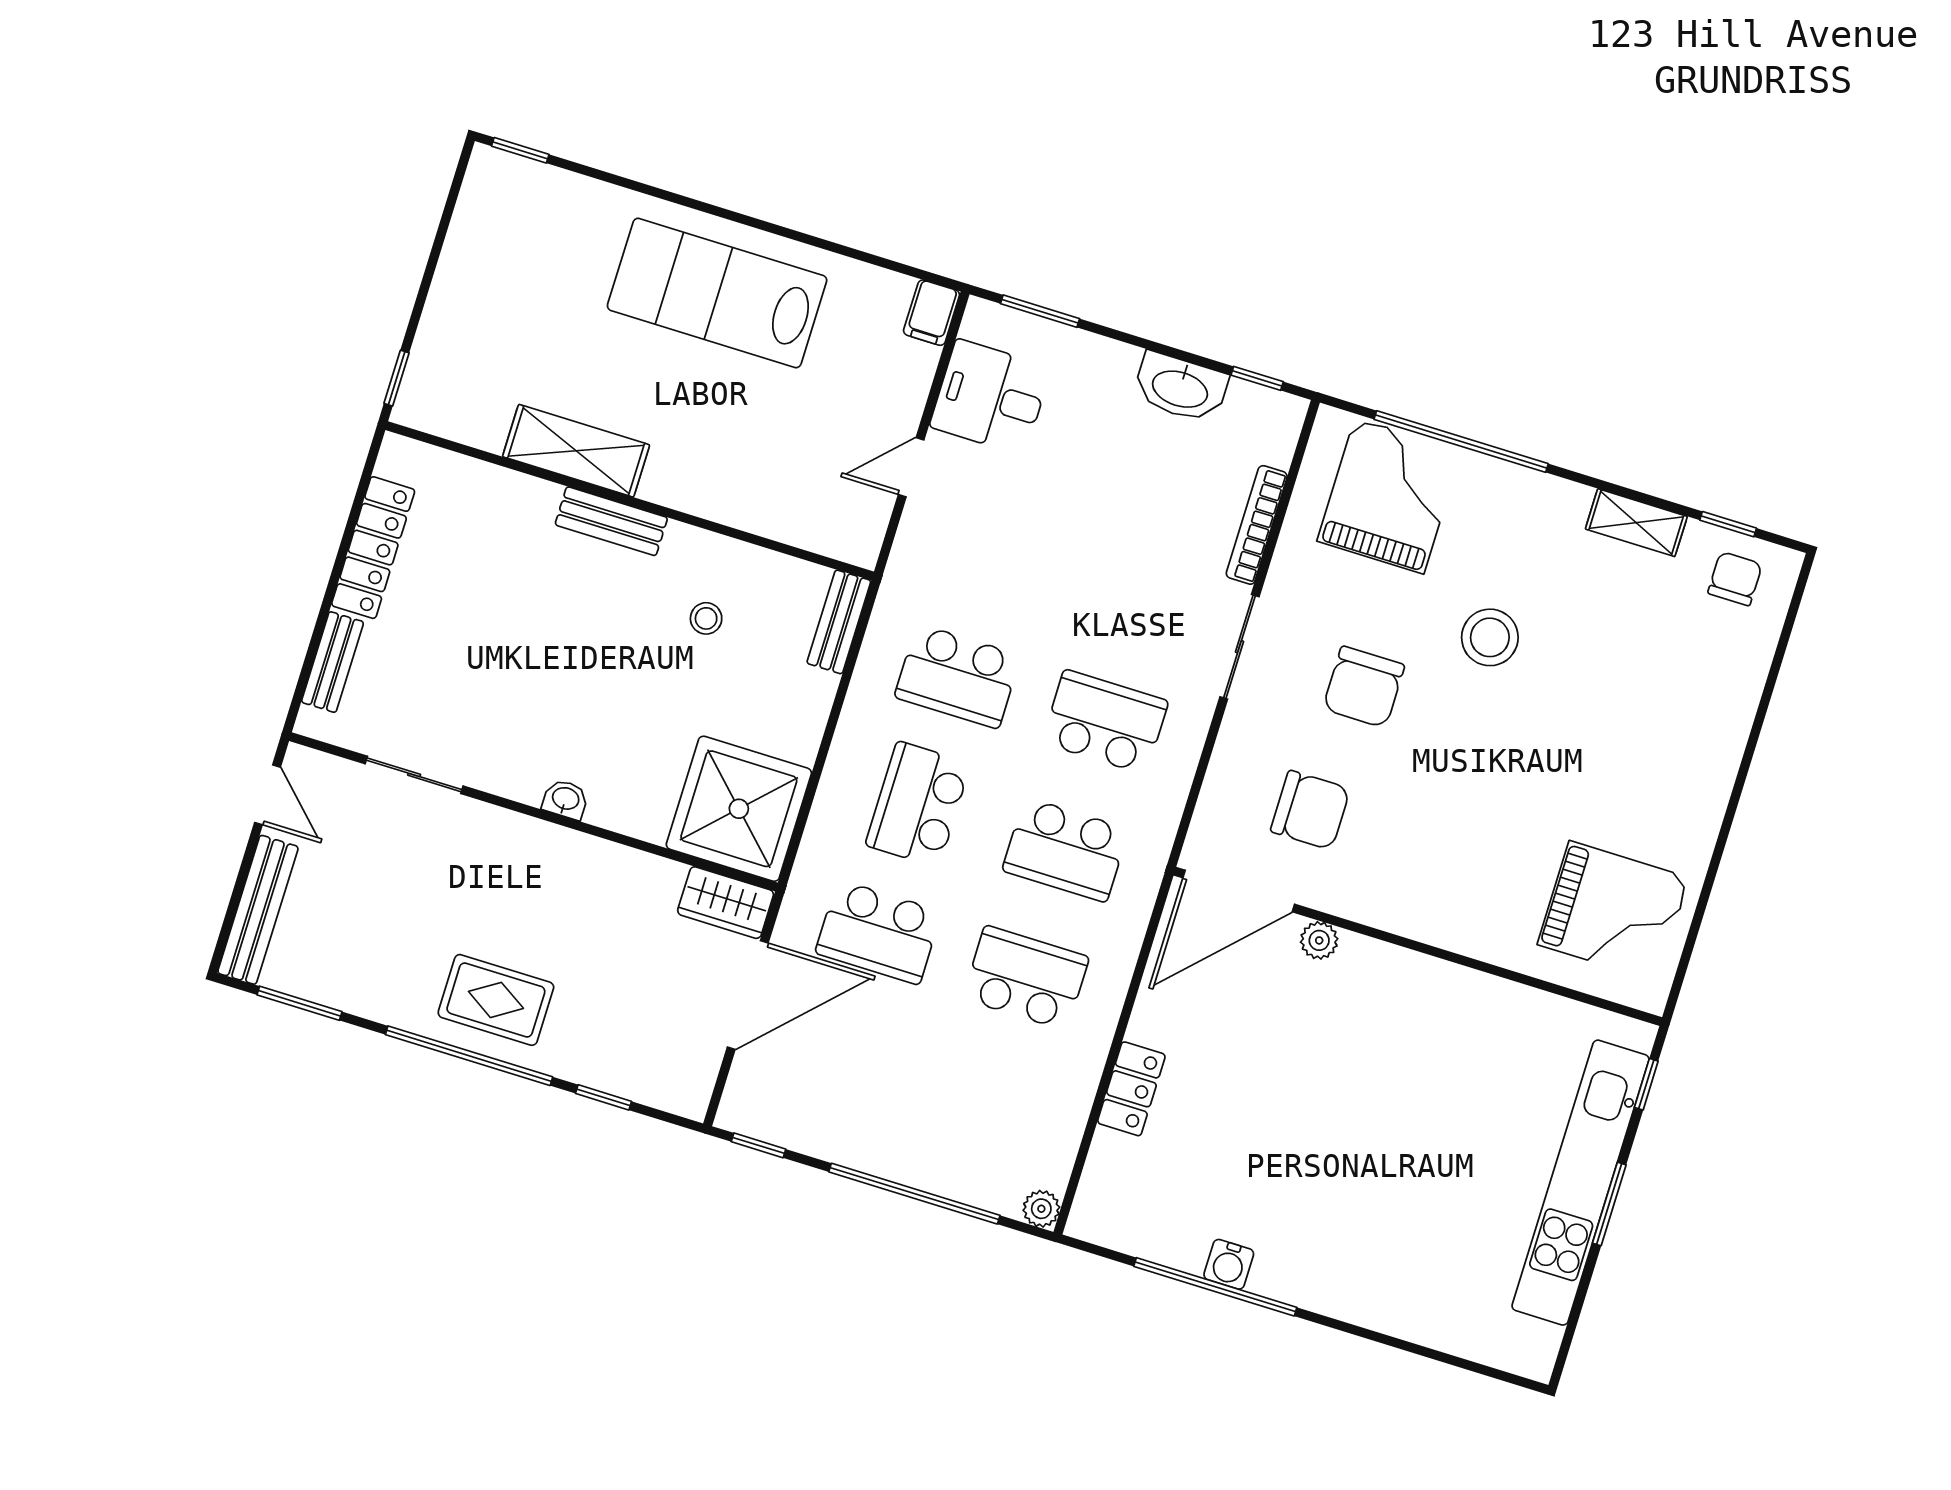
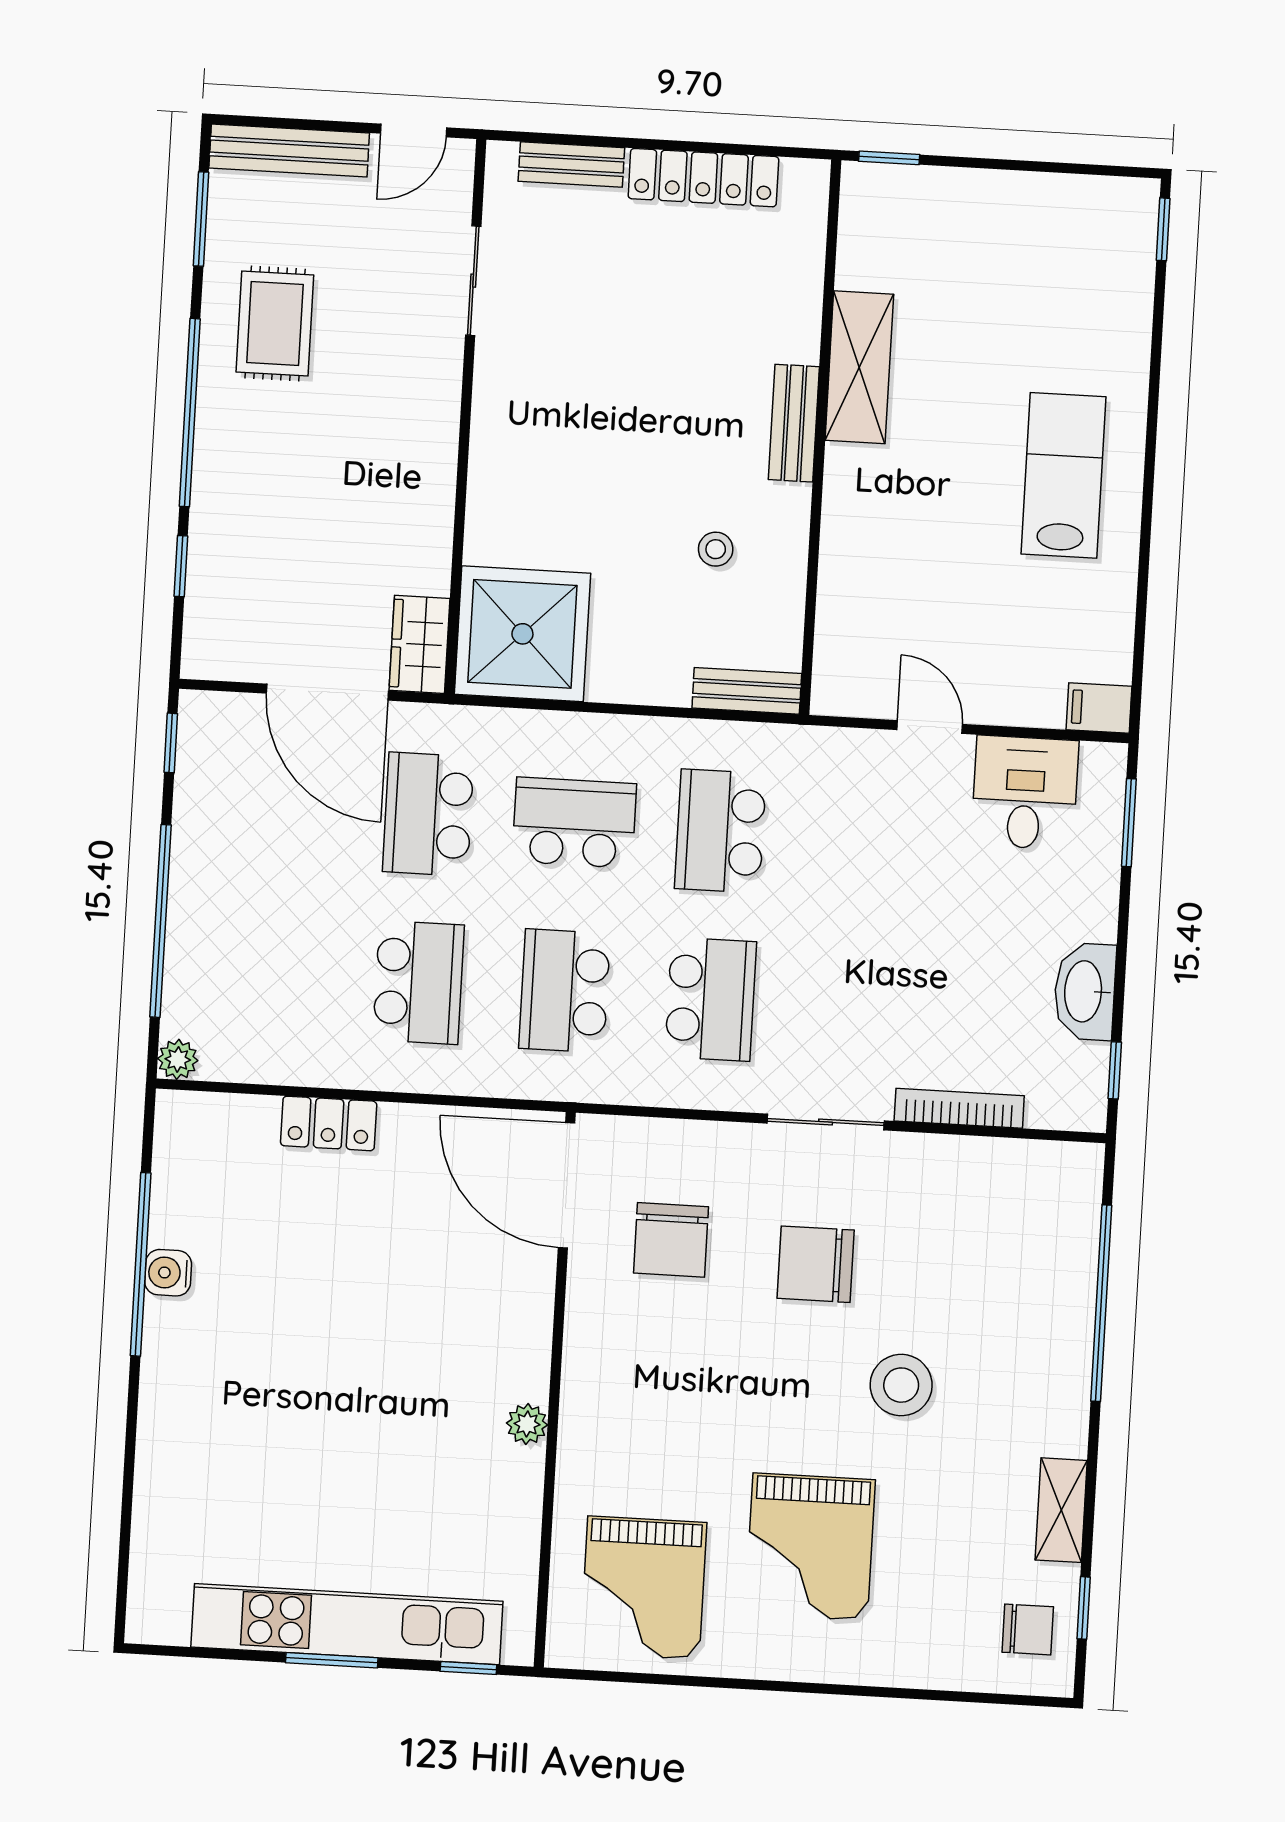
lab bench: (717, 293) -> (1064, 475), width x0.73, depth x0.72
grand piano: (1389, 496) -> (810, 1547), moved, turned 90
washbasin: (565, 799) -> (487, 447), removed
plant: (1319, 940) -> (527, 1424), moved
rug: (496, 1000) -> (275, 324), moved

